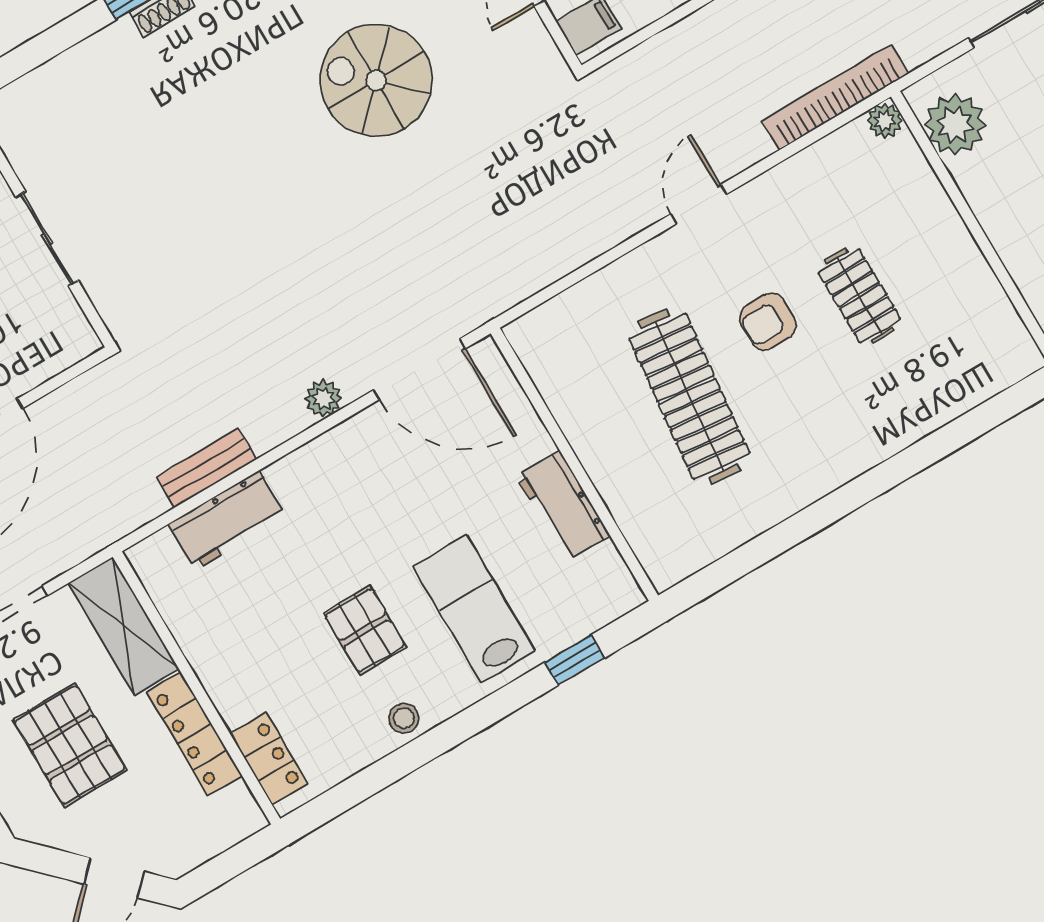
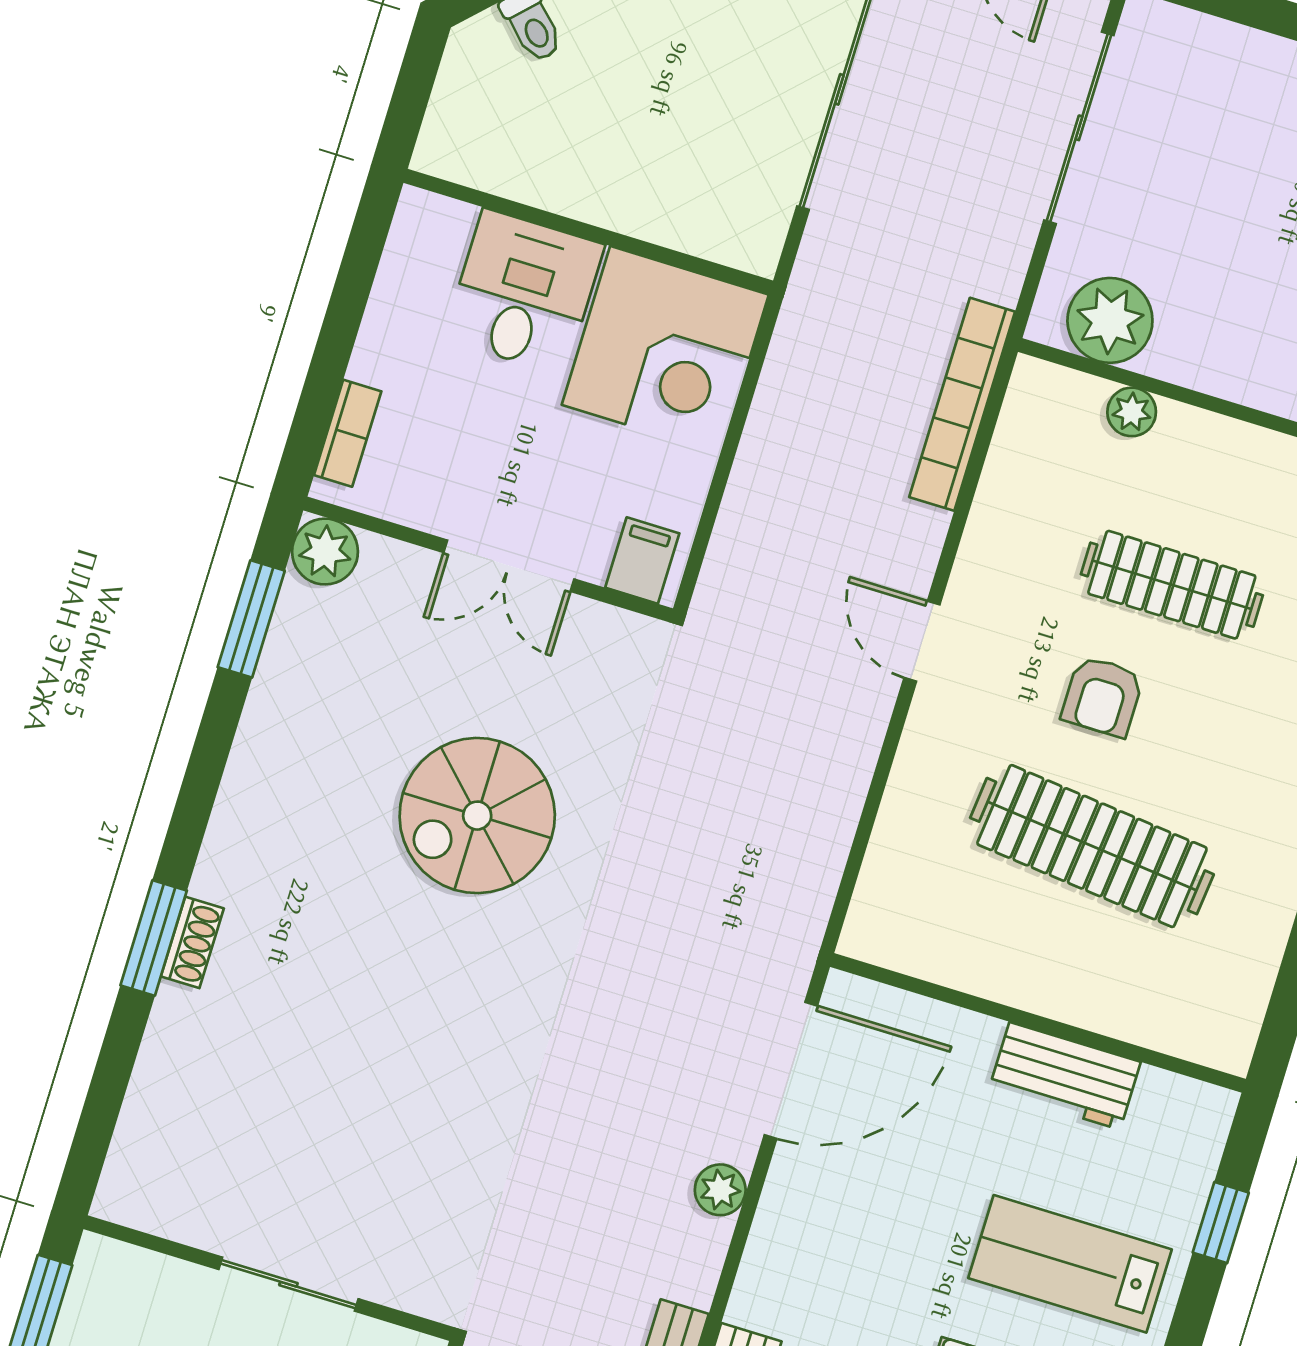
plant: (885, 121) -> (1132, 412), moved
clothes rail: (859, 296) -> (1172, 585), width x1.36

